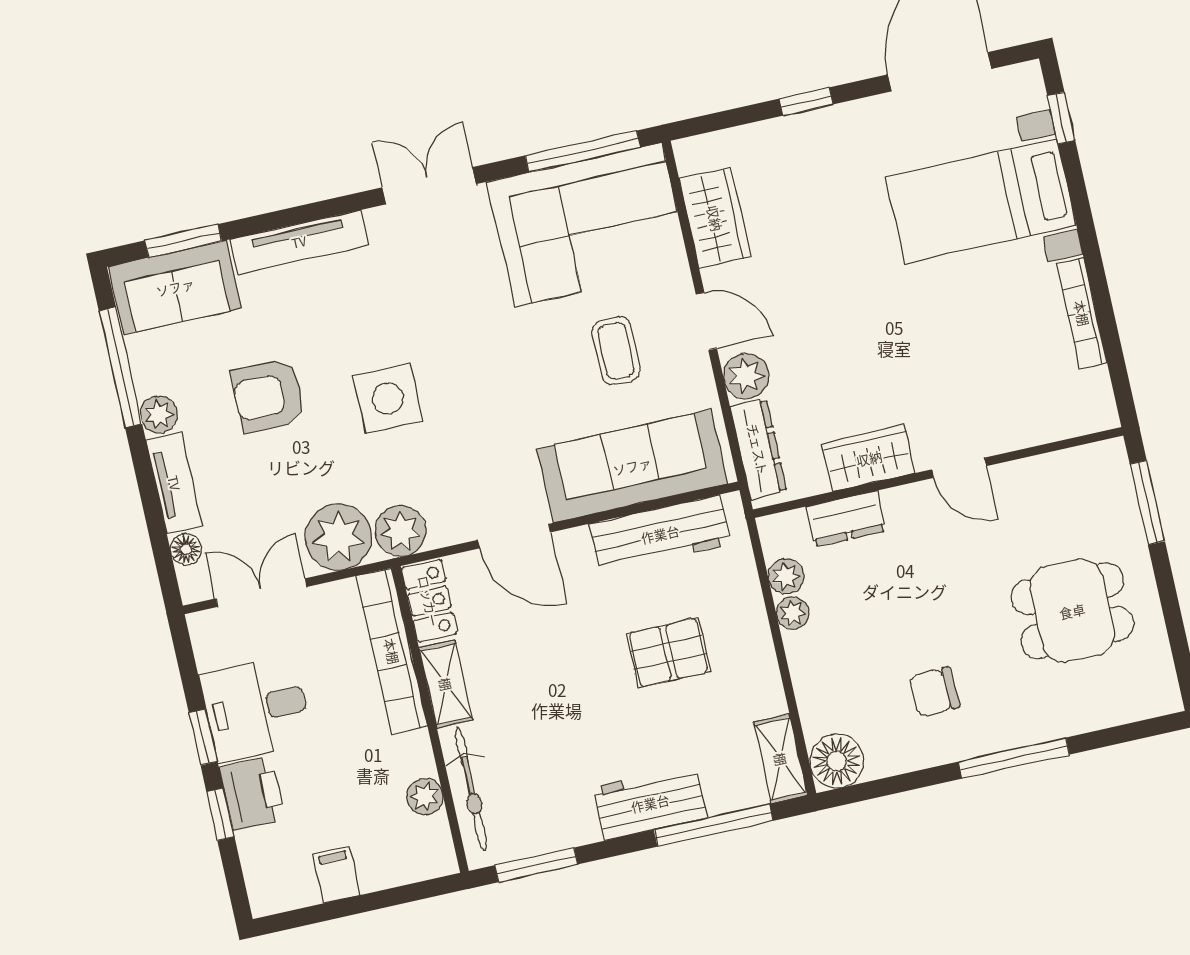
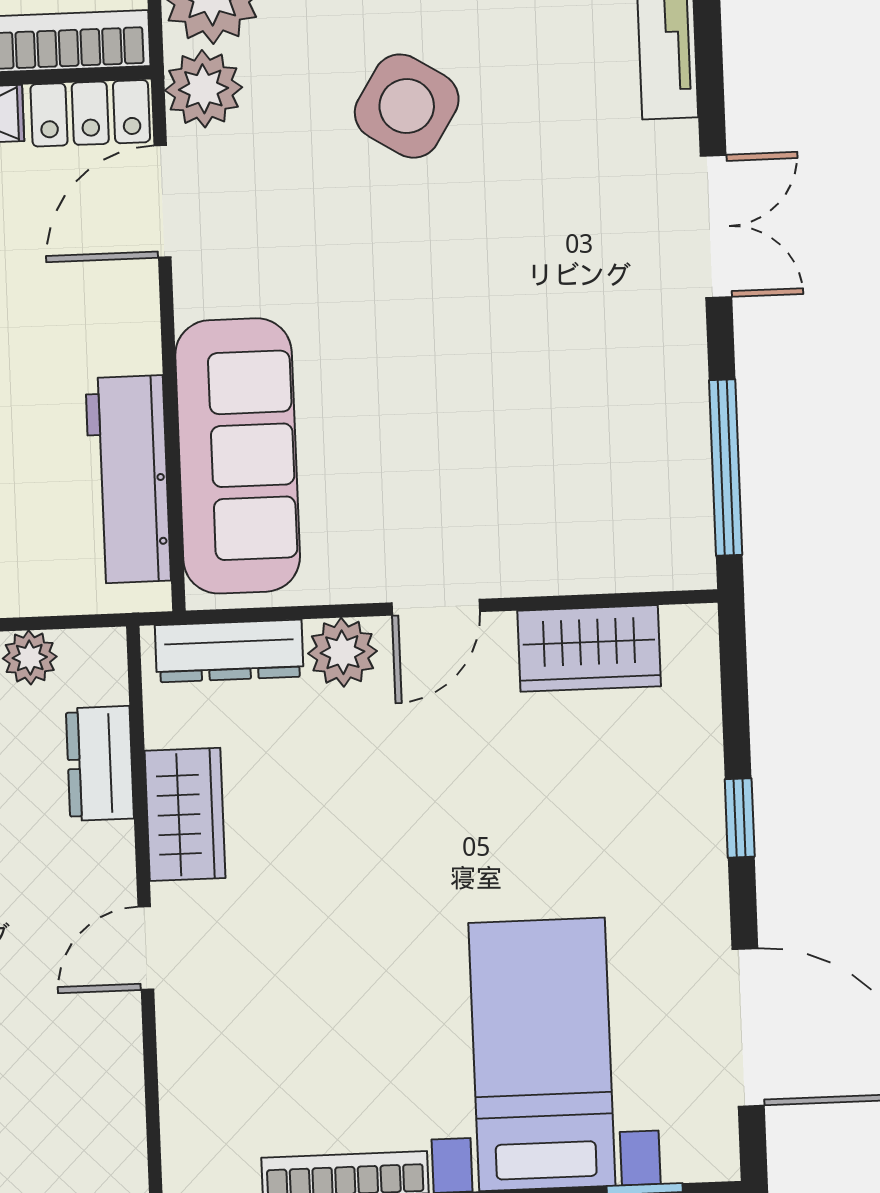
corner sofa: (588, 225) -> (614, 456), removed
coffee table: (616, 351) -> (416, 463), removed
side table: (388, 399) -> (407, 106), turned 32
door: (514, 536) -> (162, 201), moved

